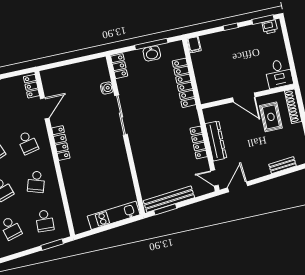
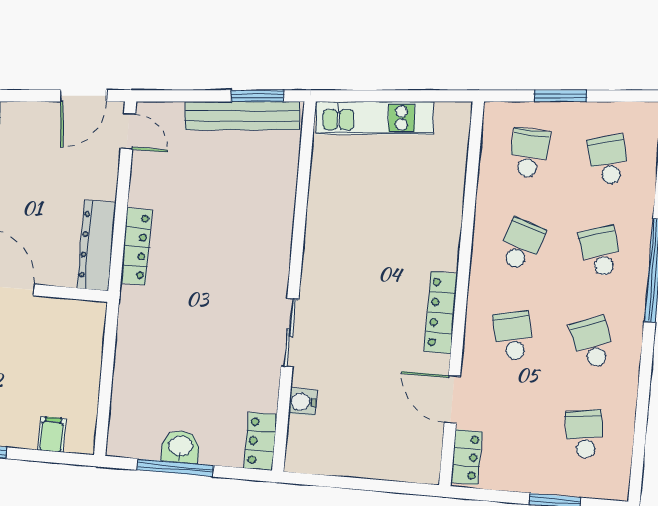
filing cabinet: (194, 45) -> (52, 434), moved
locker: (184, 83) -> (130, 360), removed
door: (45, 108) -> (452, 399), hinge flipped
sliding door: (121, 115) -> (290, 333), width x0.73
dresser: (216, 141) -> (97, 245), moved
locker: (199, 142) -> (136, 246), moved
window: (52, 245) -> (560, 96), moved

